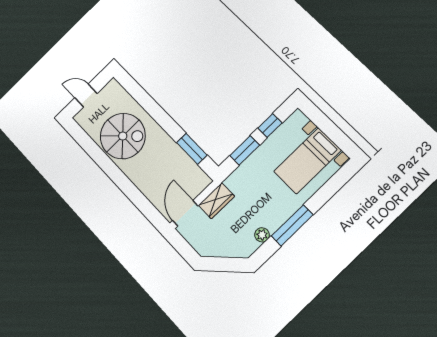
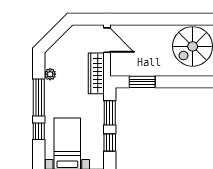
window: (322, 197) -> (39, 131), added
wardrobe: (216, 201) -> (96, 73), width x1.50

